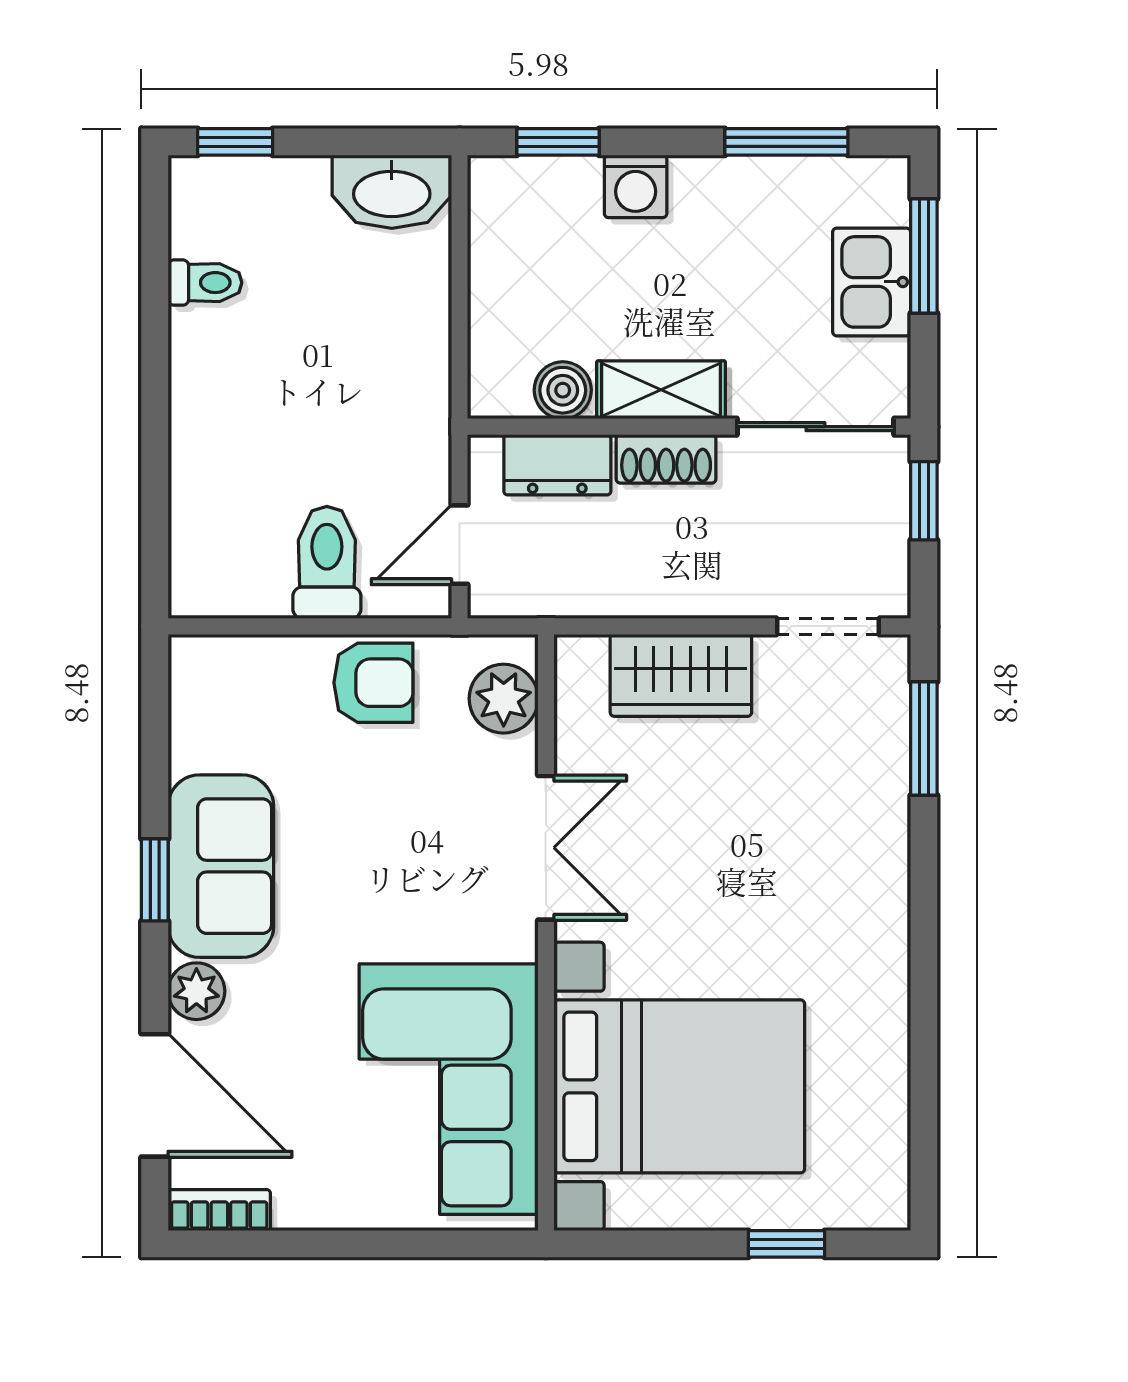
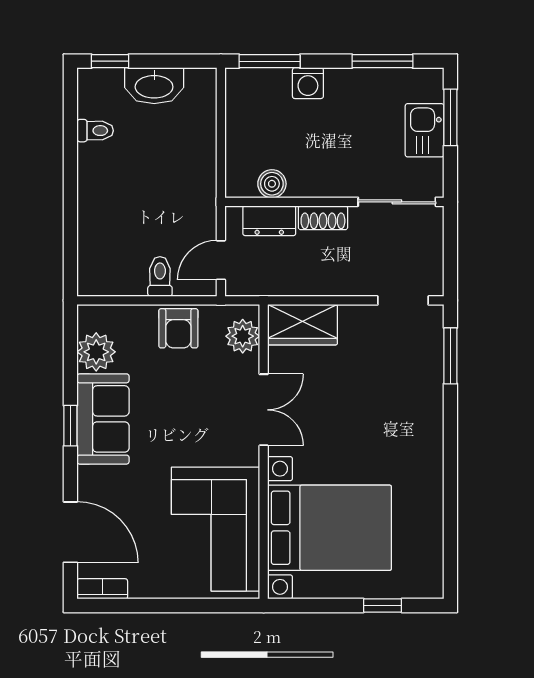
window: (558, 142) -> (270, 61), width x1.50
washbasin: (392, 192) -> (154, 86), moved
shelving: (661, 390) -> (320, 184), removed
window: (924, 501) -> (450, 238), removed
toilet: (327, 562) -> (160, 277), width x0.73, depth x0.72
wardrobe: (681, 675) -> (303, 325), moved
armchair: (373, 683) -> (178, 328), turned 90
plant: (196, 991) -> (96, 352), moved, width x1.38, depth x1.38

